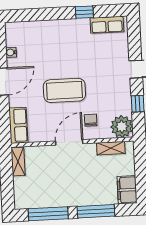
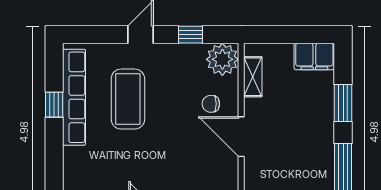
row of seats: (107, 25) -> (74, 97), width x2.02
coffee table: (64, 90) -> (128, 99), moved
window: (96, 211) -> (343, 103), width x0.69

